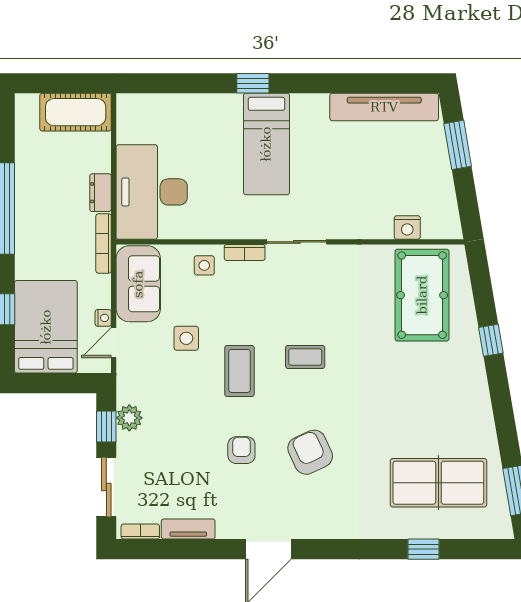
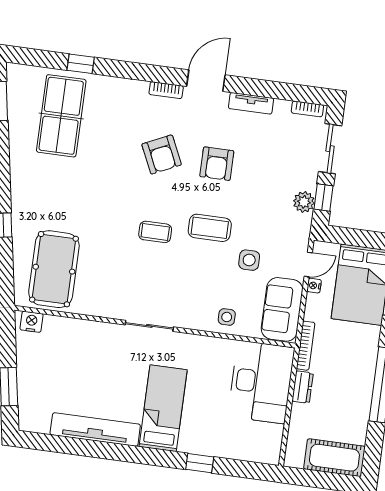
window: (253, 83) -> (200, 463), moved
tv unit: (384, 107) -> (95, 430), moved
cot: (76, 112) -> (334, 458), moved
nightstand: (407, 228) -> (32, 322), moved
bookcase: (245, 252) -> (166, 90), moved, turned 180
coffee table: (240, 371) -> (210, 228), turned 90
armchair: (241, 450) -> (217, 164), width x1.38, depth x1.38
table tennis table: (438, 483) -> (61, 116), turned 90
tv unit: (188, 529) -> (251, 103), moved

